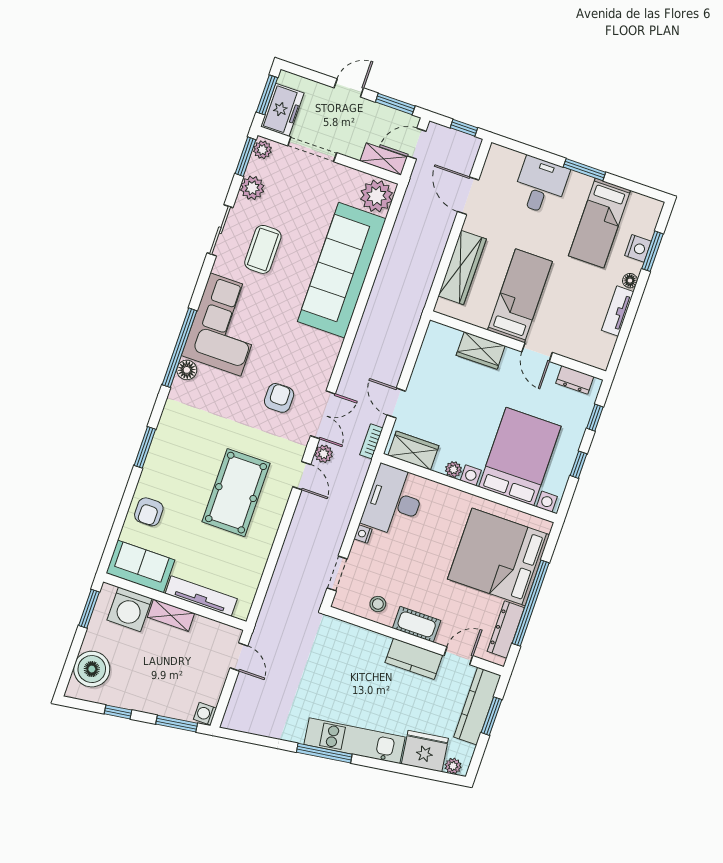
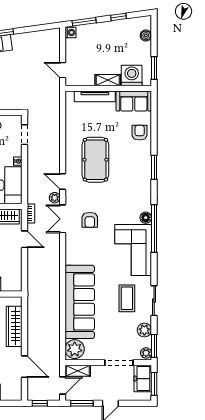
boiler: (92, 669) -> (146, 35), width x0.54, depth x0.54

